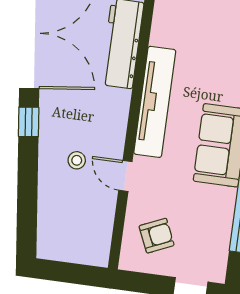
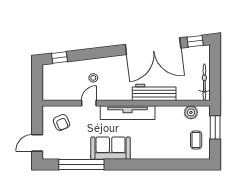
window: (29, 122) -> (59, 57), moved

